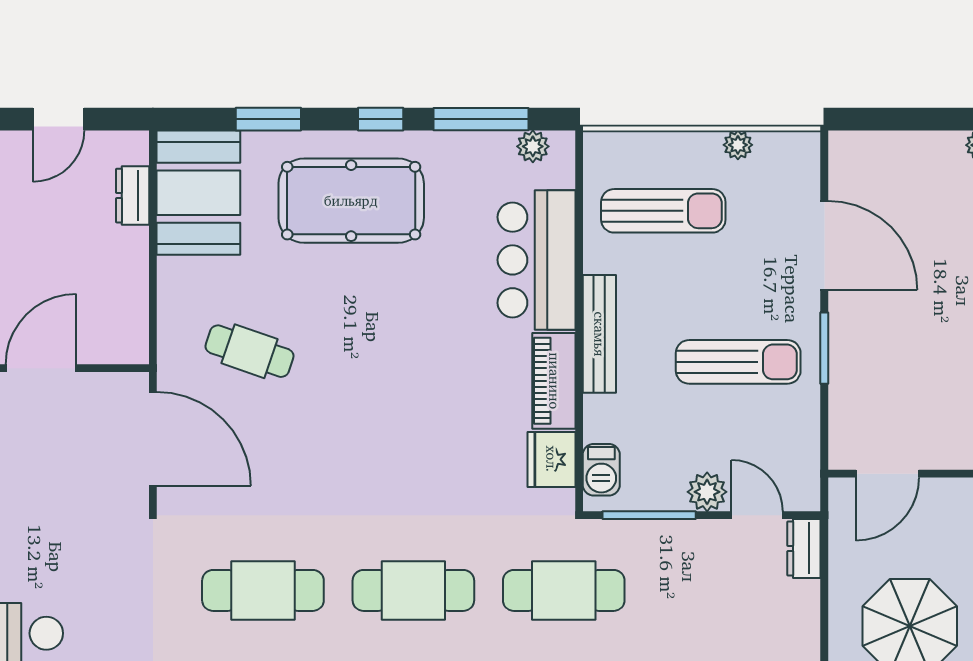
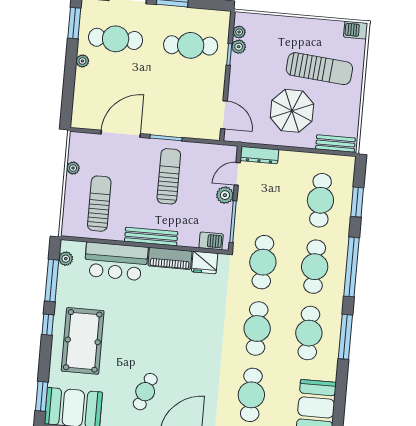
window: (268, 119) -> (42, 396), moved
dresser: (804, 548) -> (259, 155), width x1.44

